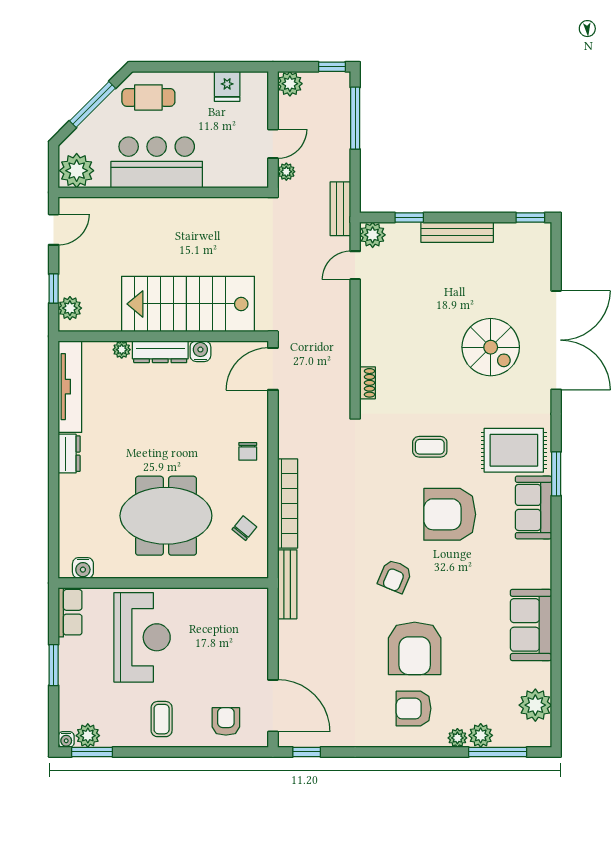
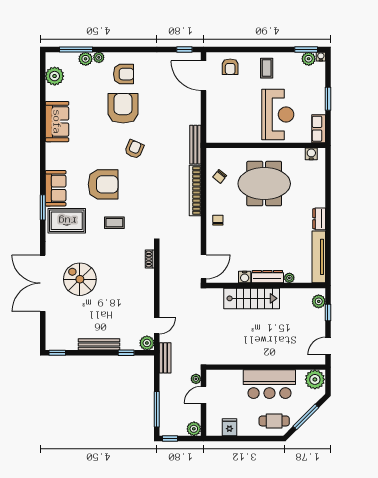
stairs: (188, 304) -> (252, 298), width x0.73, depth x0.66
reception desk: (142, 637) -> (278, 114), turned 180

